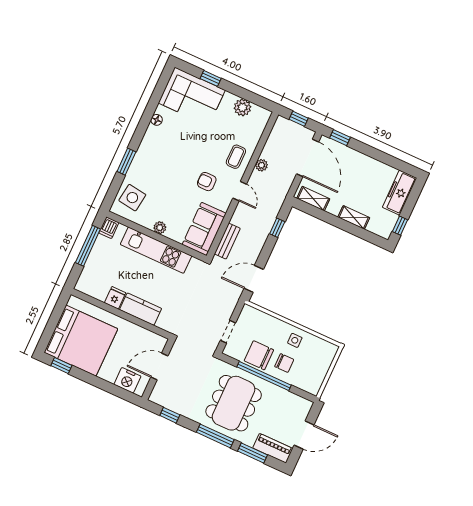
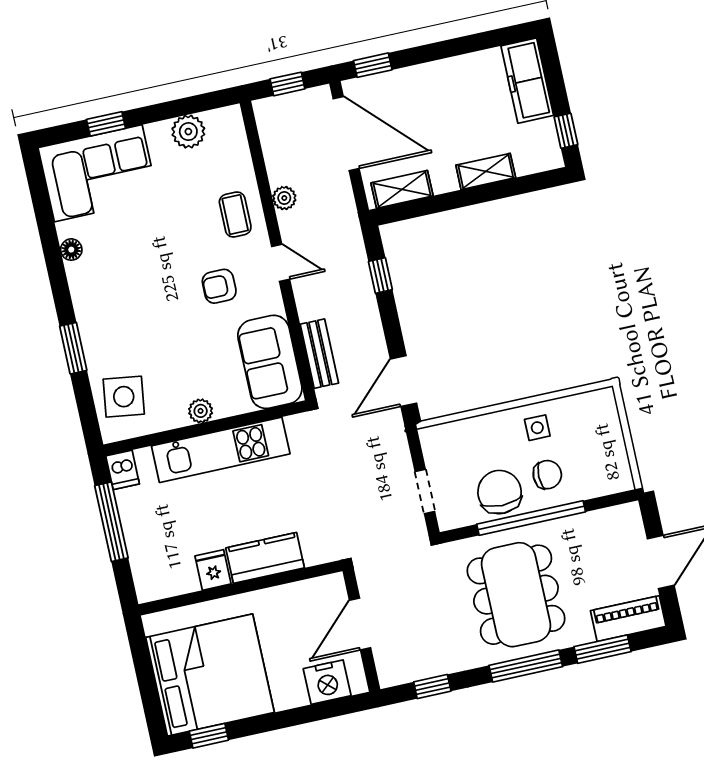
chair: (259, 355) -> (500, 492), turned 90

